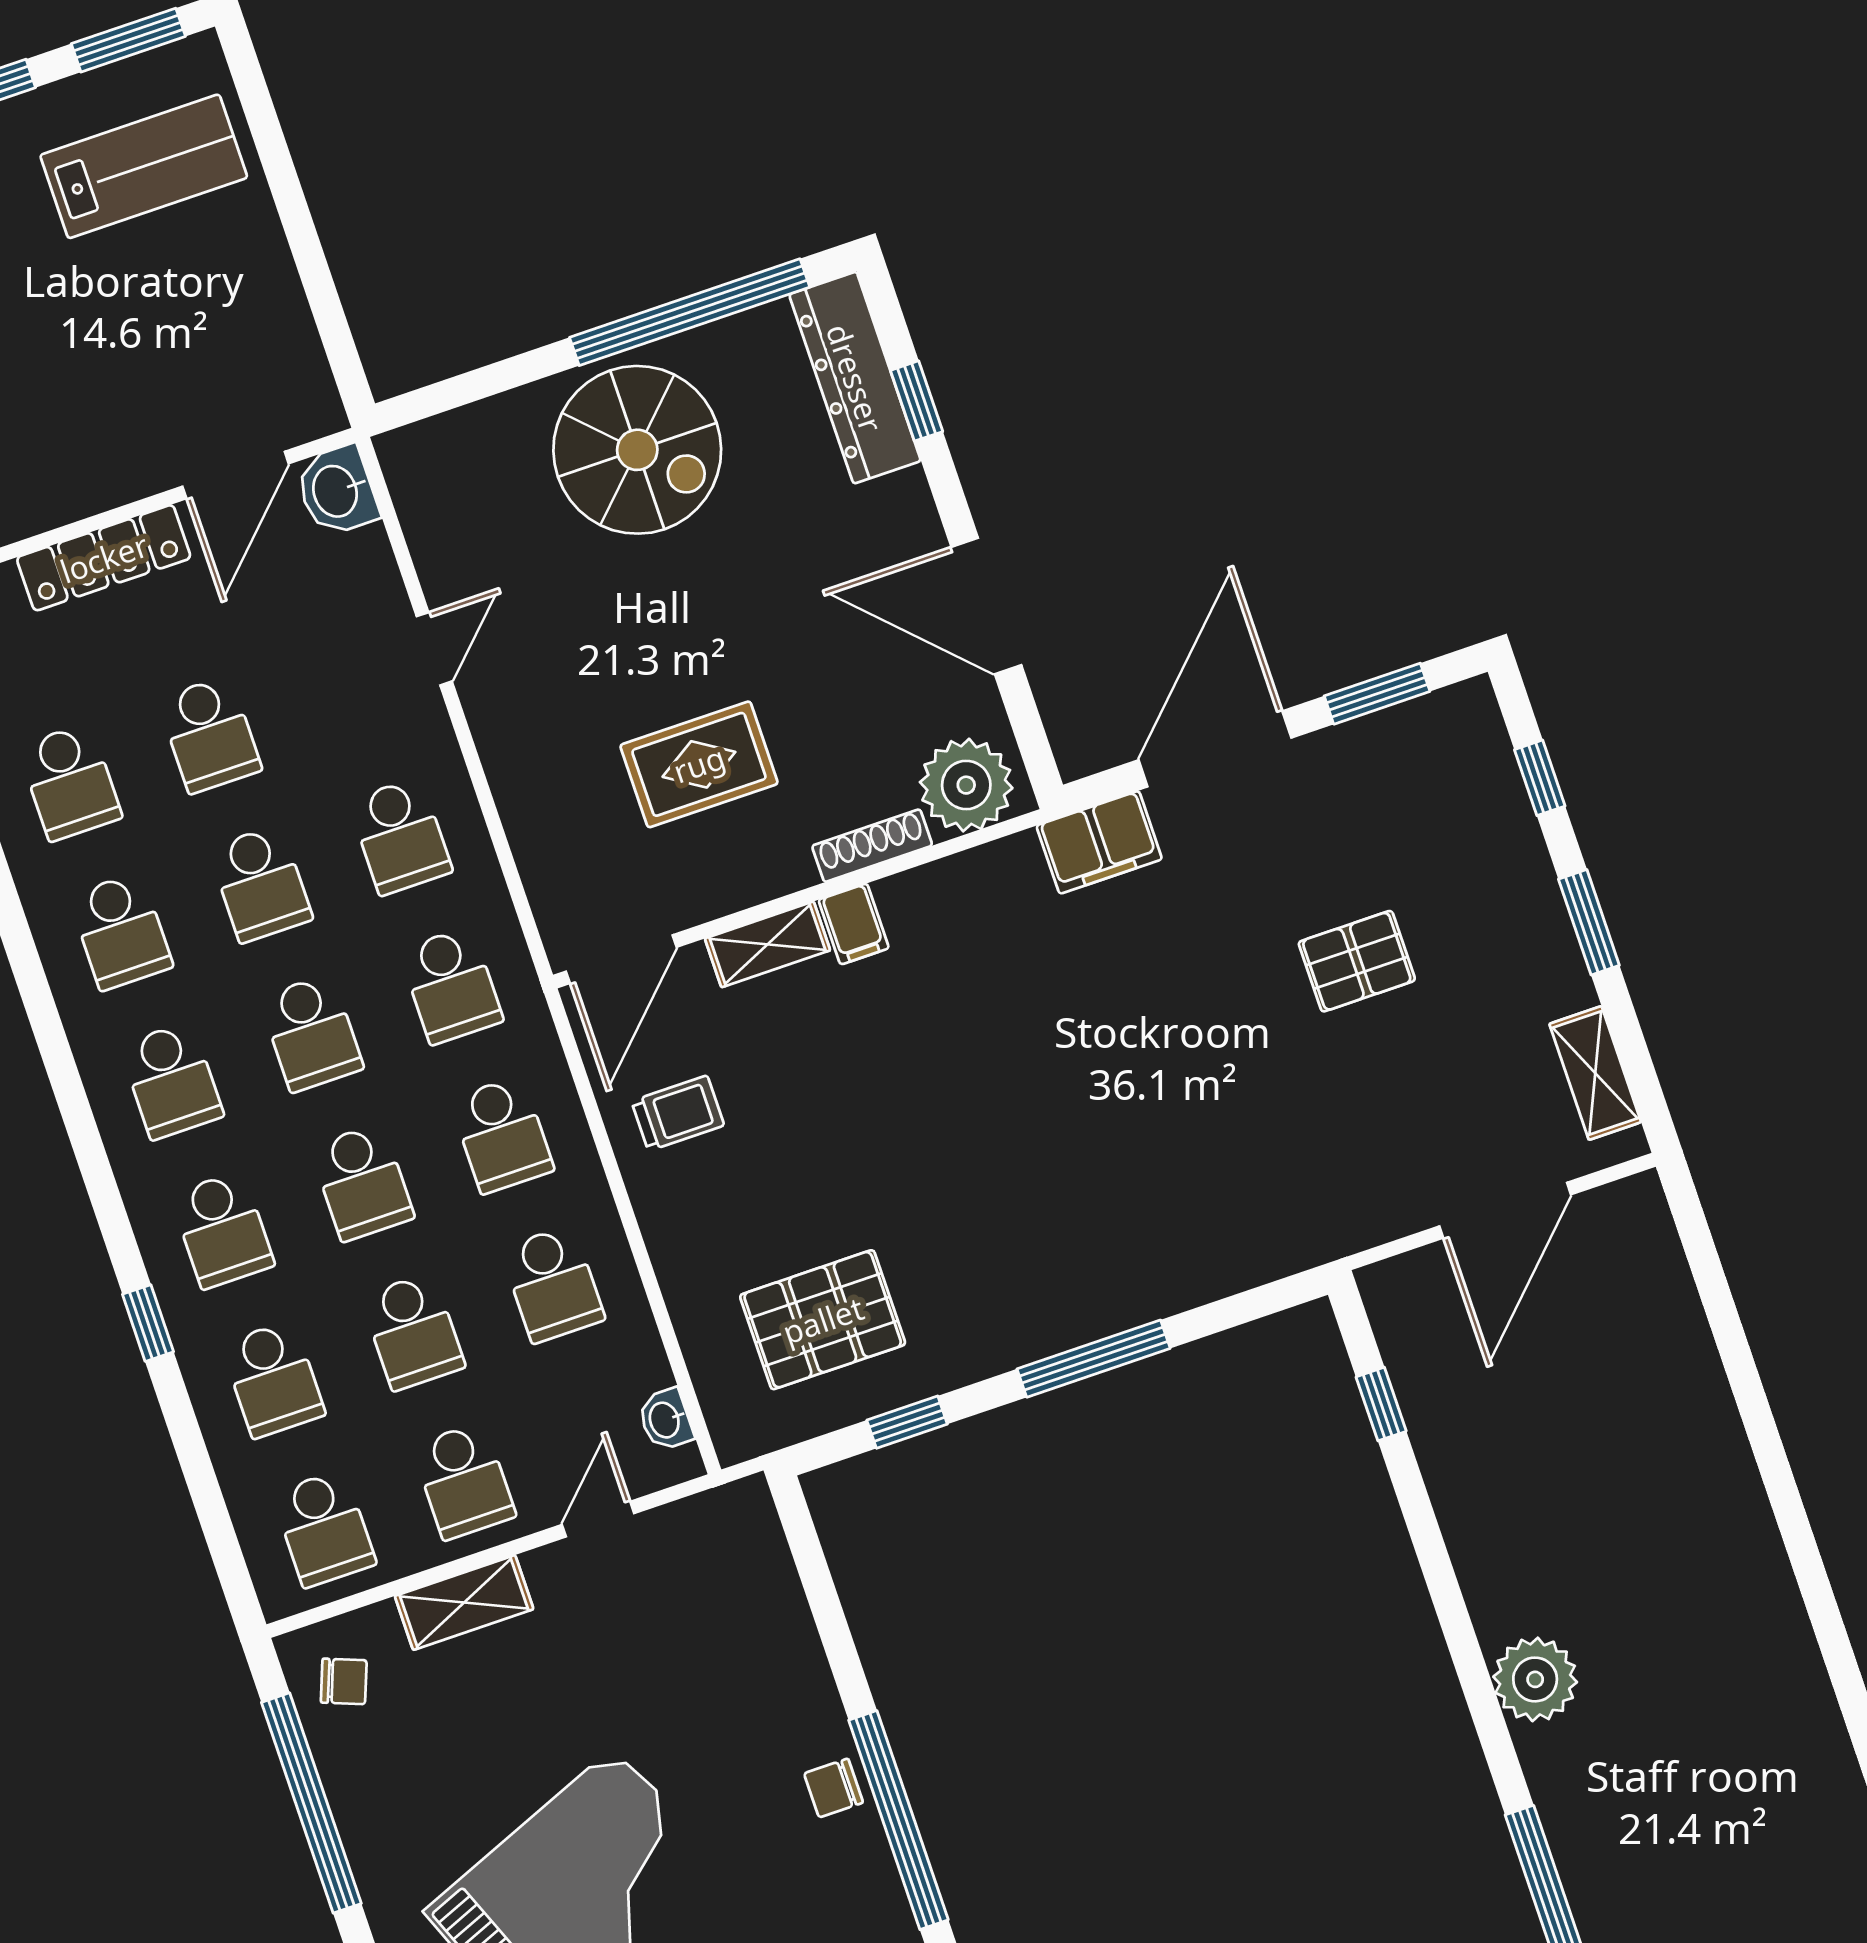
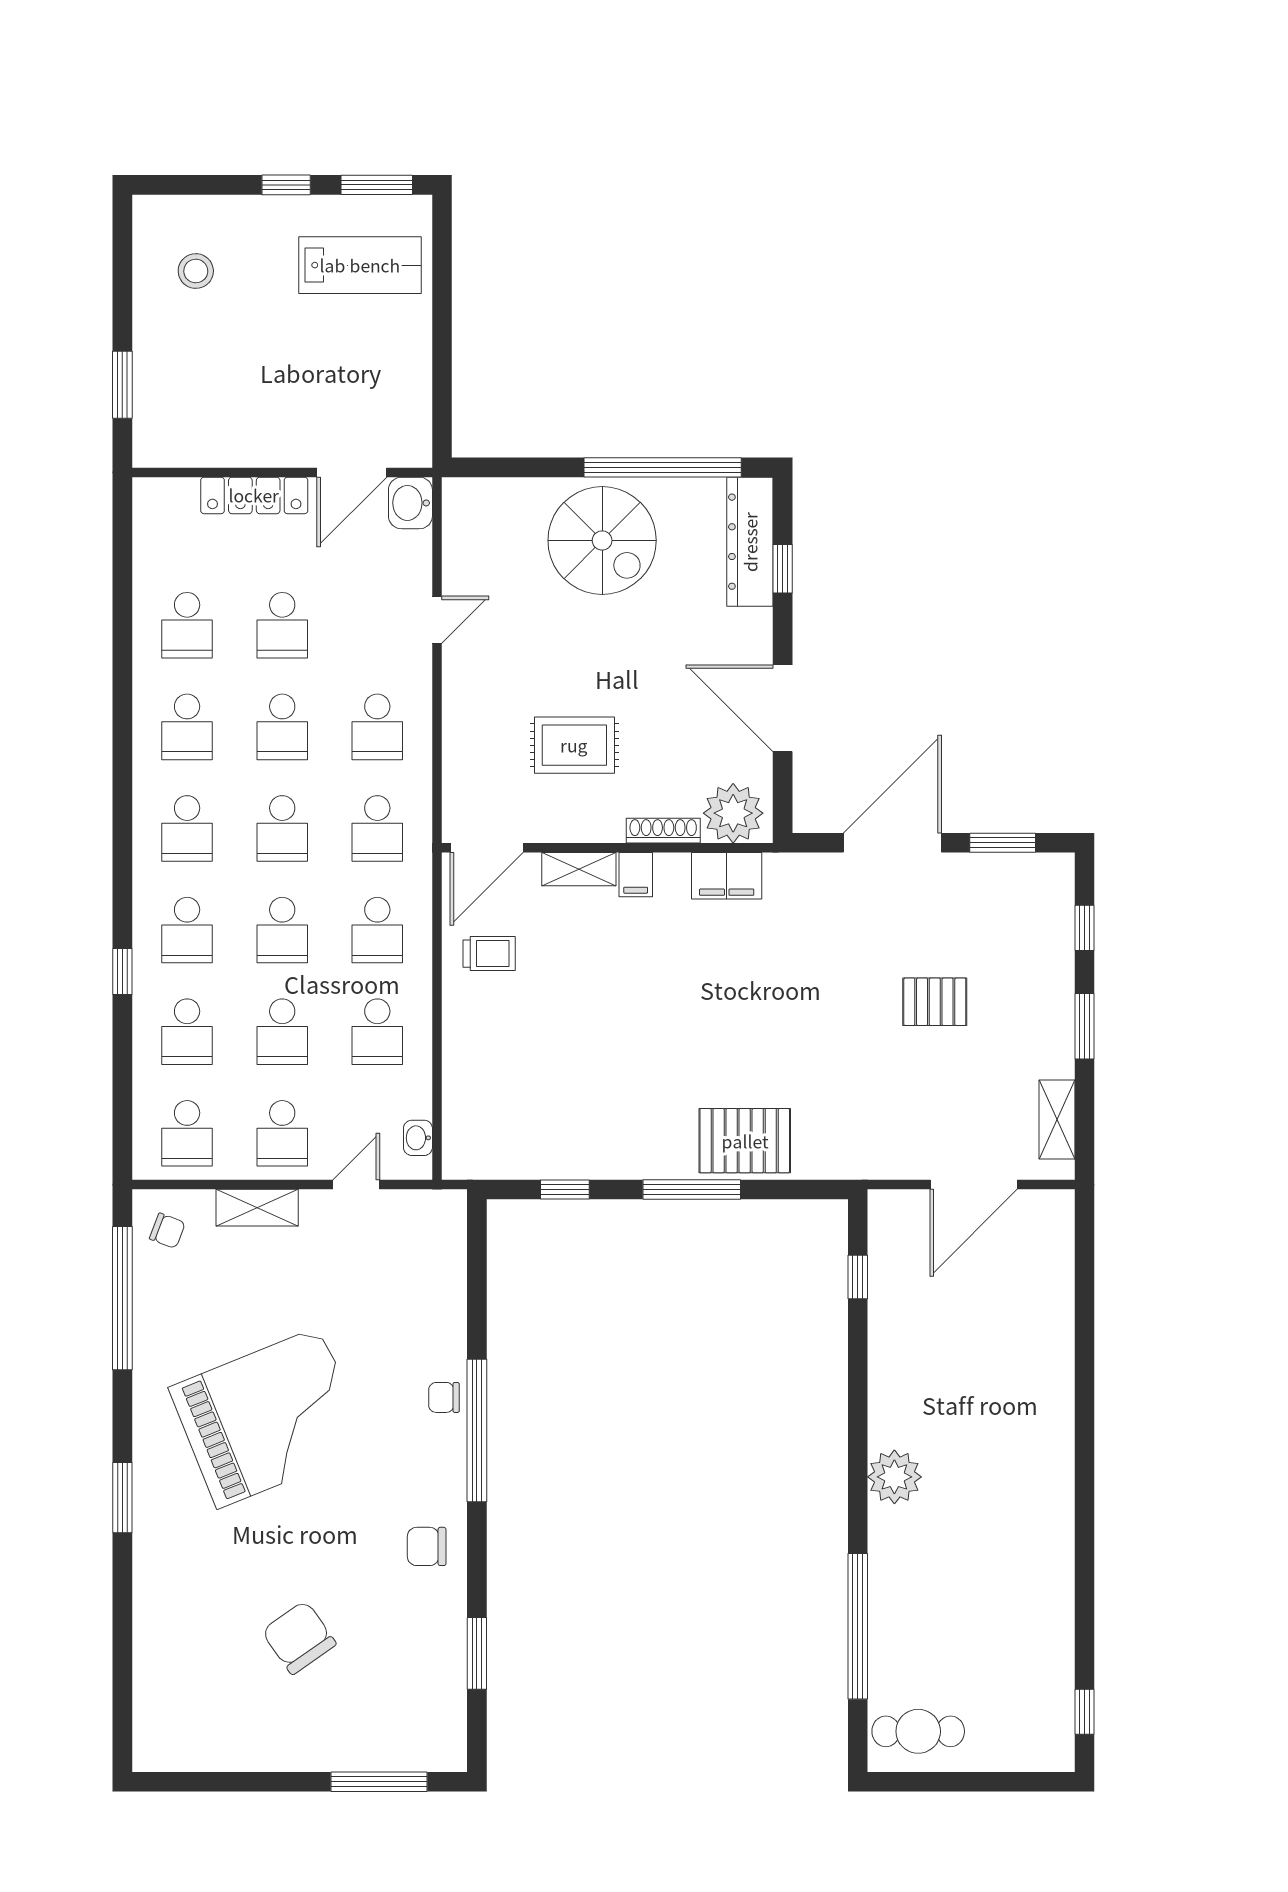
filing cabinet: (1099, 842) -> (727, 876), moved
pallet: (823, 1320) -> (745, 1141), moved

